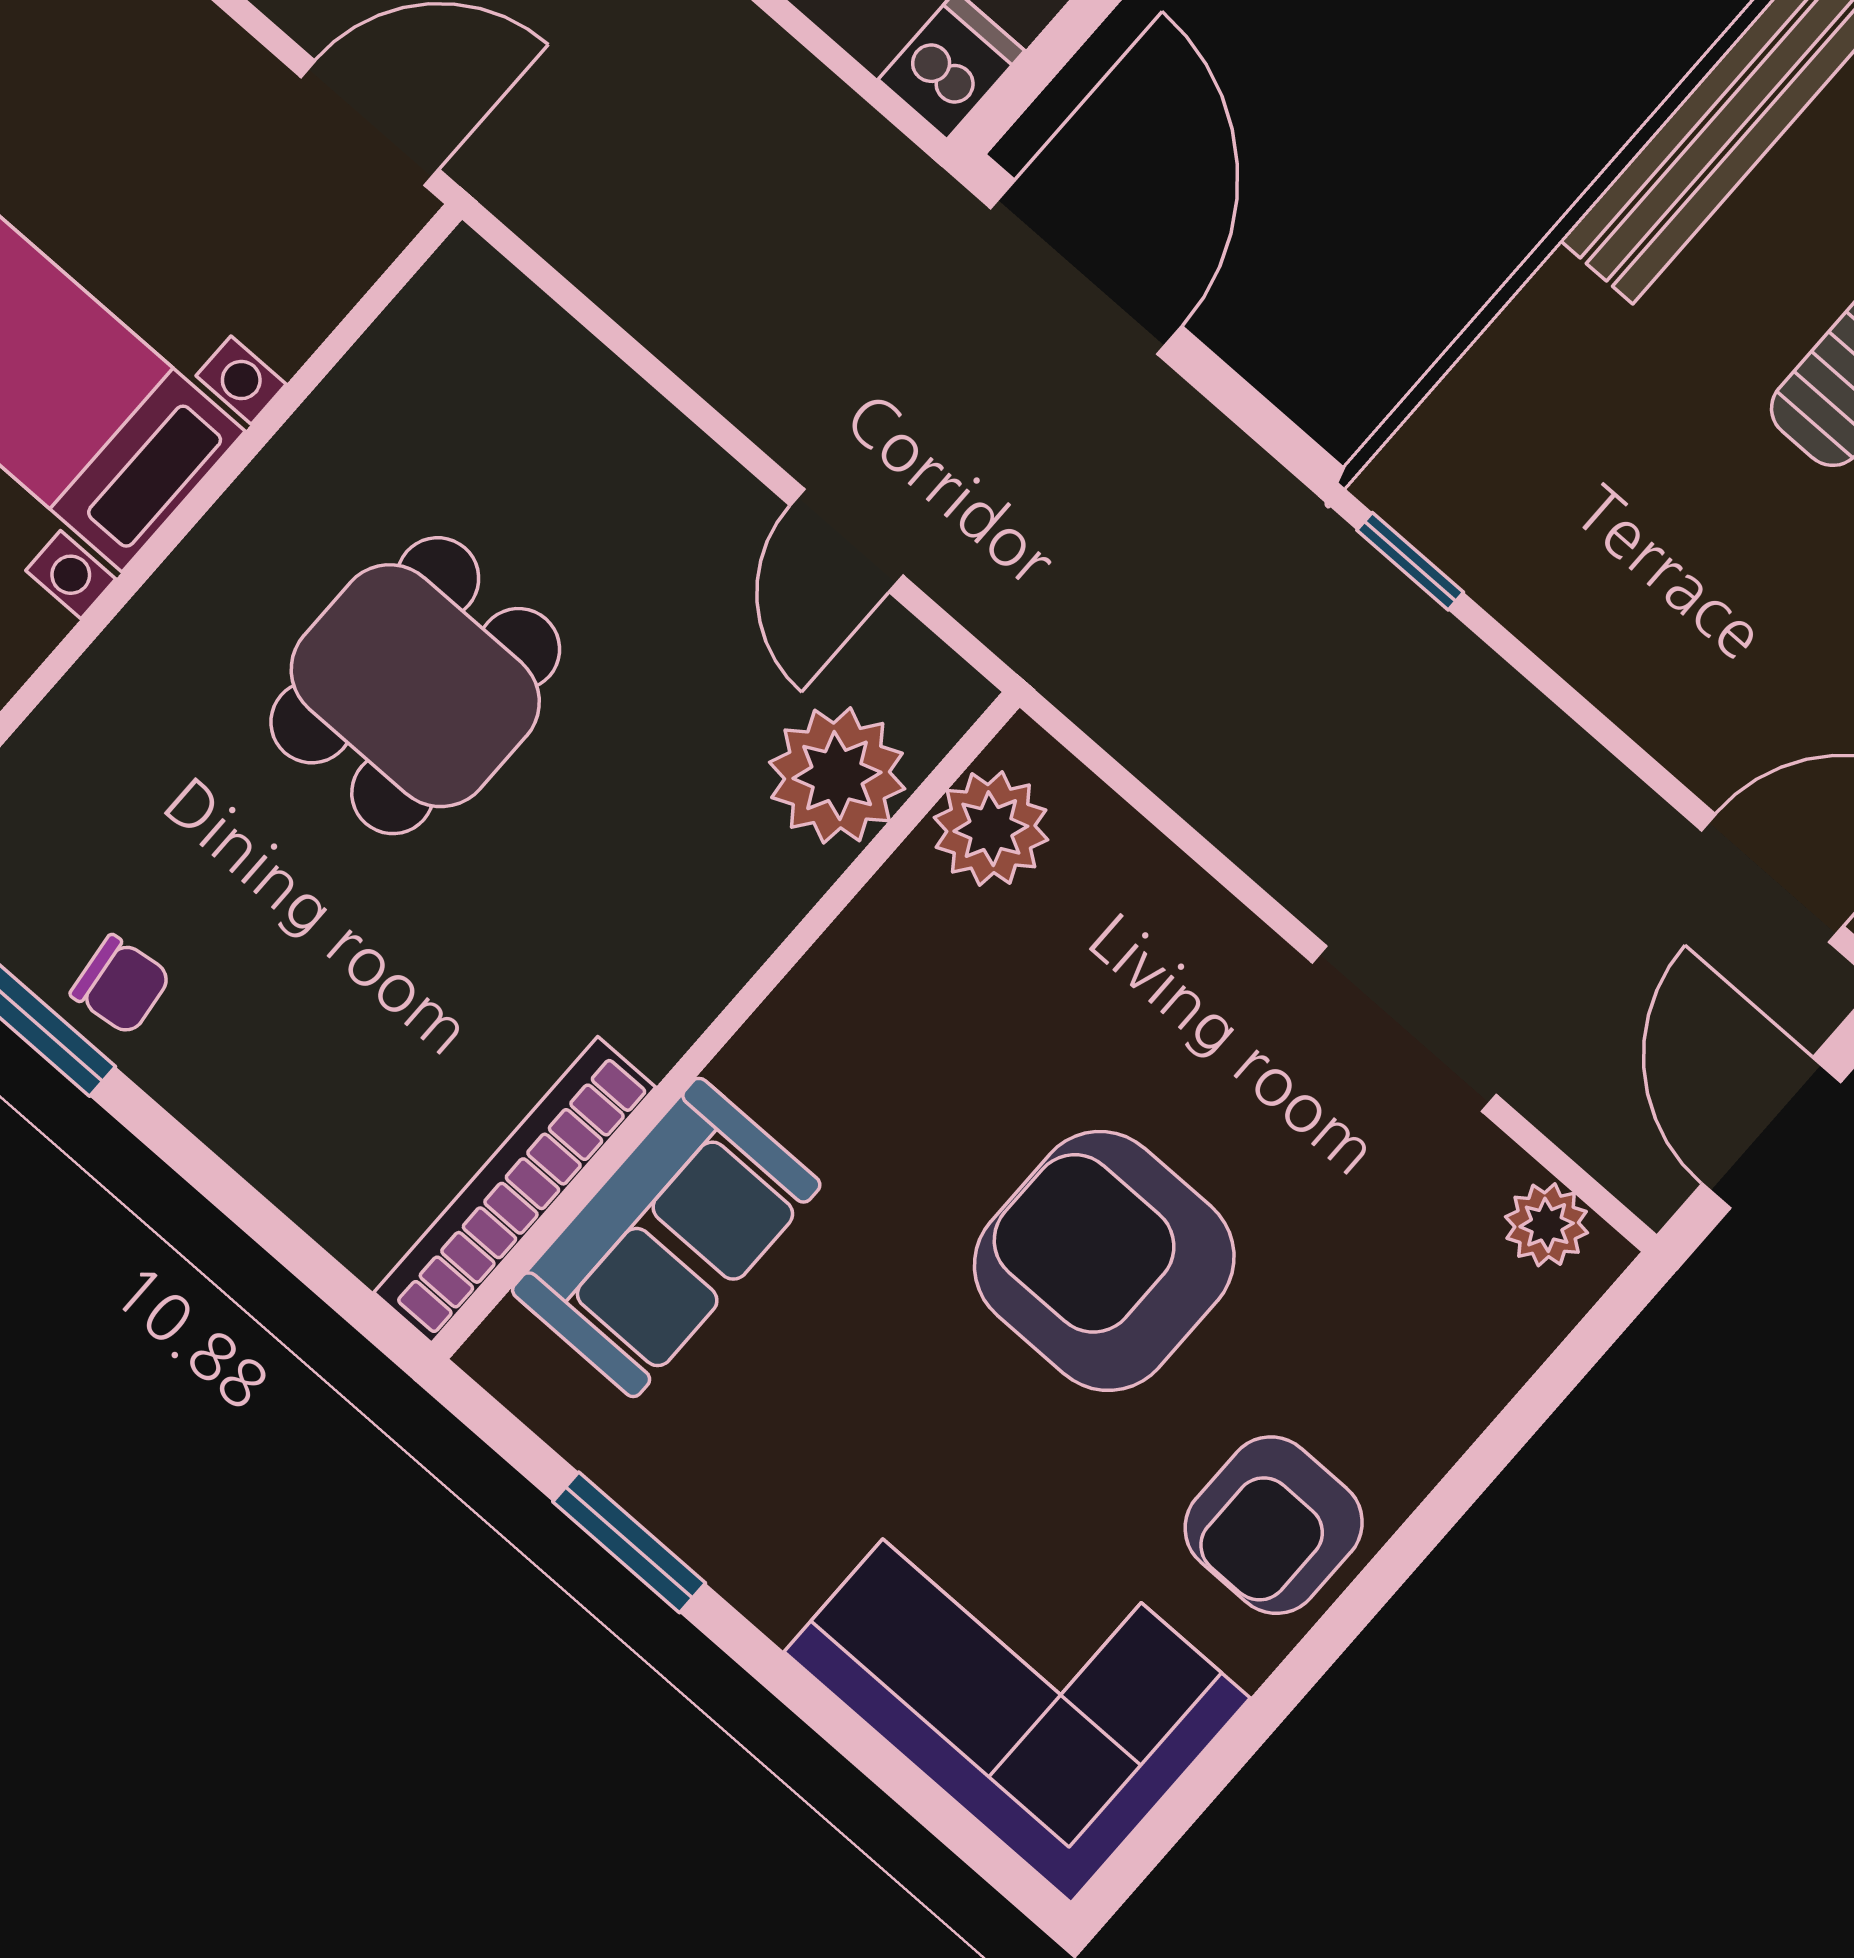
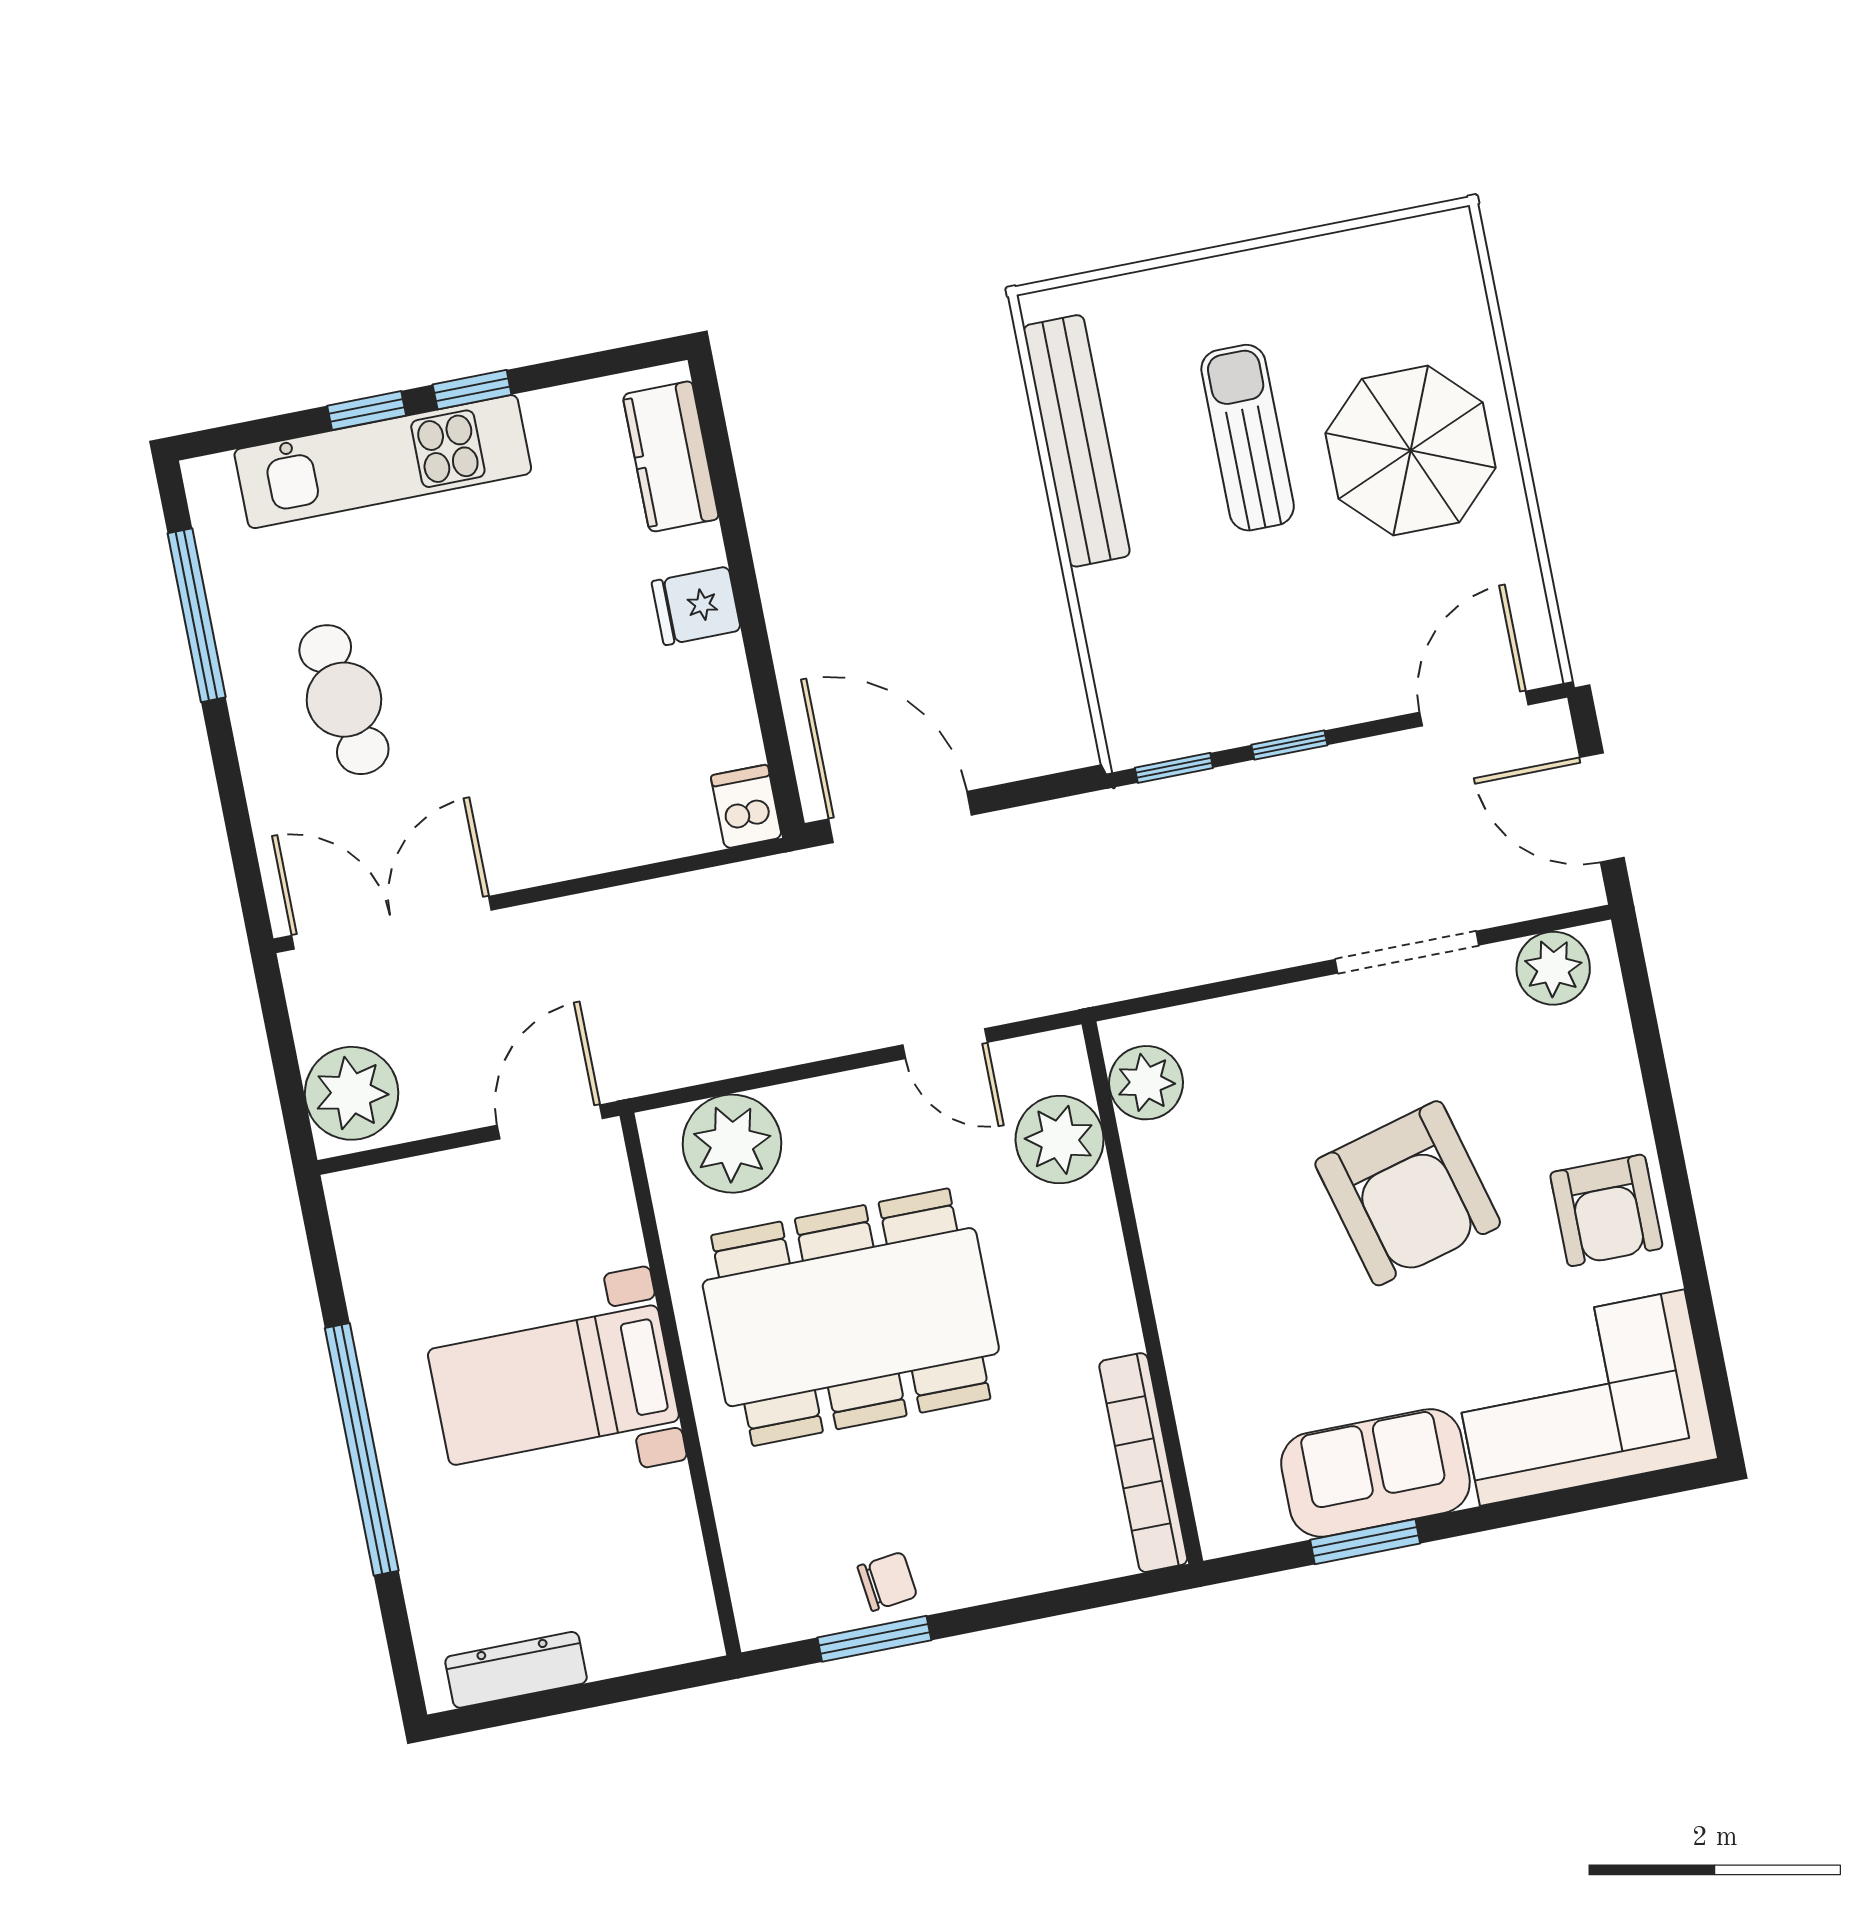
plant: (517, 371) -> (732, 1144), added
window: (1549, 683) -> (1289, 745), added
dining table: (415, 686) -> (851, 1317), width x1.88, depth x1.24
plant: (1547, 1225) -> (1553, 968), width x1.38, depth x1.38
sofa: (666, 1237) -> (1375, 1473), moved, turned -90
armchair: (1104, 1261) -> (1408, 1193), turned -105

